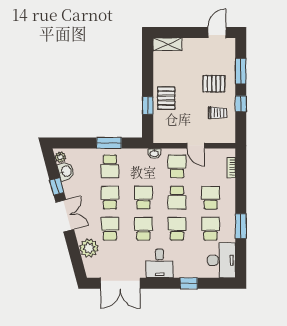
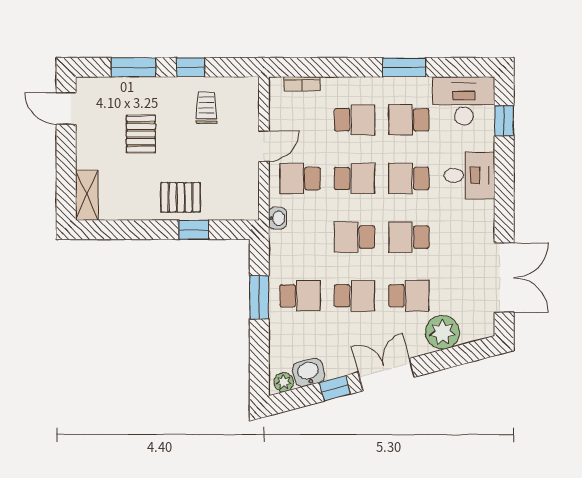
pallet: (214, 84) -> (141, 134), moved
school desk: (110, 198) -> (354, 296), turned 180
school desk: (211, 198) -> (354, 120), turned 180
school desk: (110, 229) -> (409, 296), turned 180
desk: (160, 263) -> (469, 175), moved
window: (189, 283) -> (504, 121), moved

